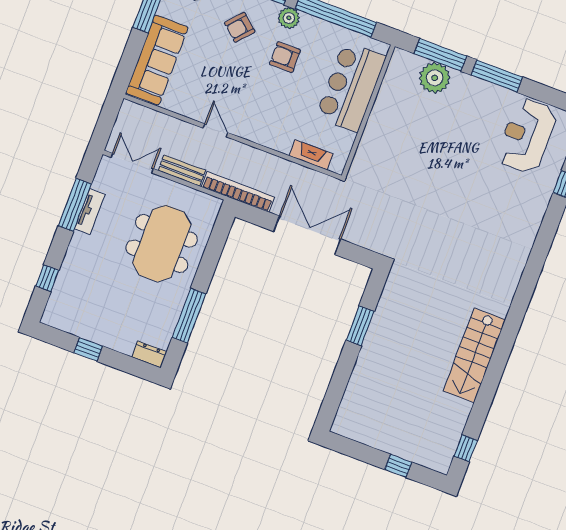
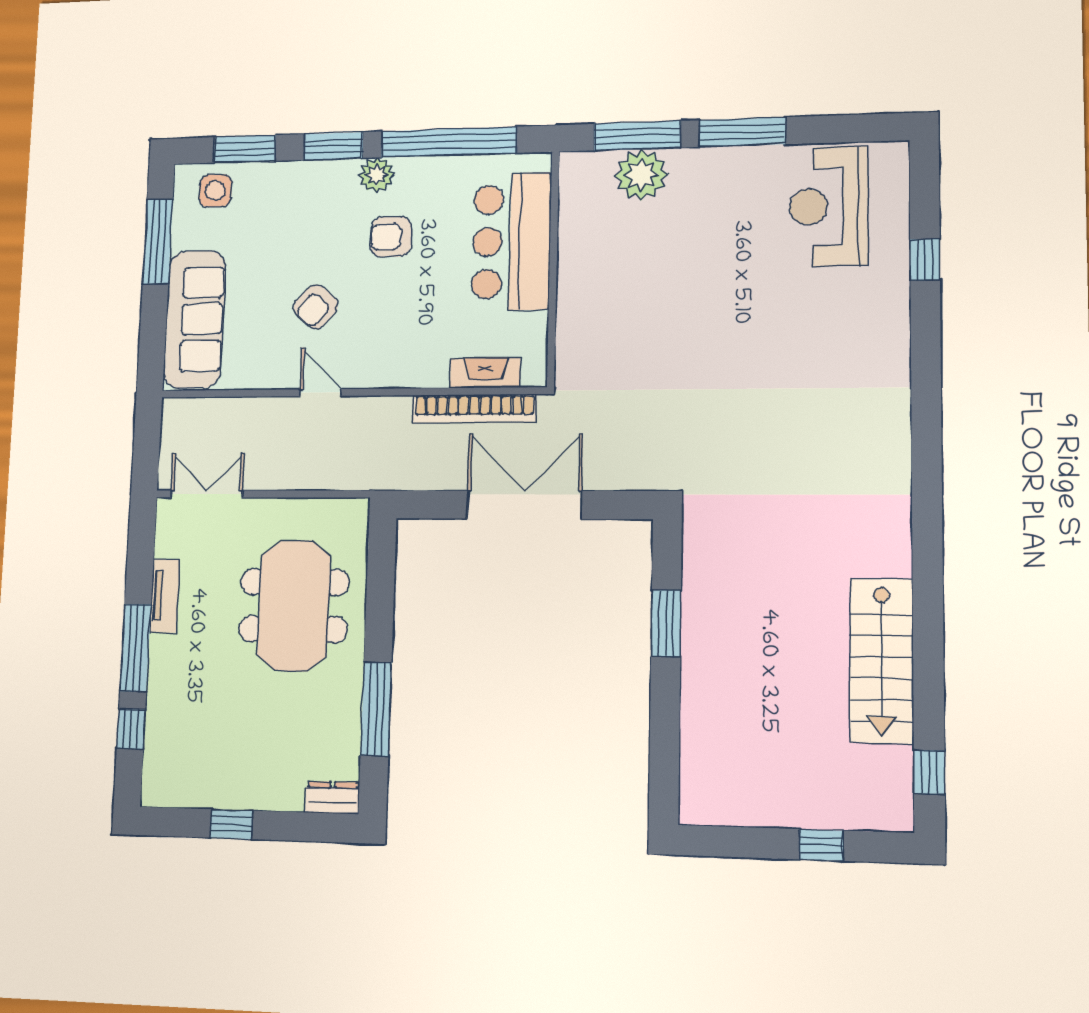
armchair: (240, 27) -> (316, 307), moved
bench: (182, 171) -> (288, 476), removed
bookcase: (238, 192) -> (474, 409), moved, turned 180
window: (75, 205) -> (135, 648), moved
stairs: (474, 355) -> (882, 660), moved

